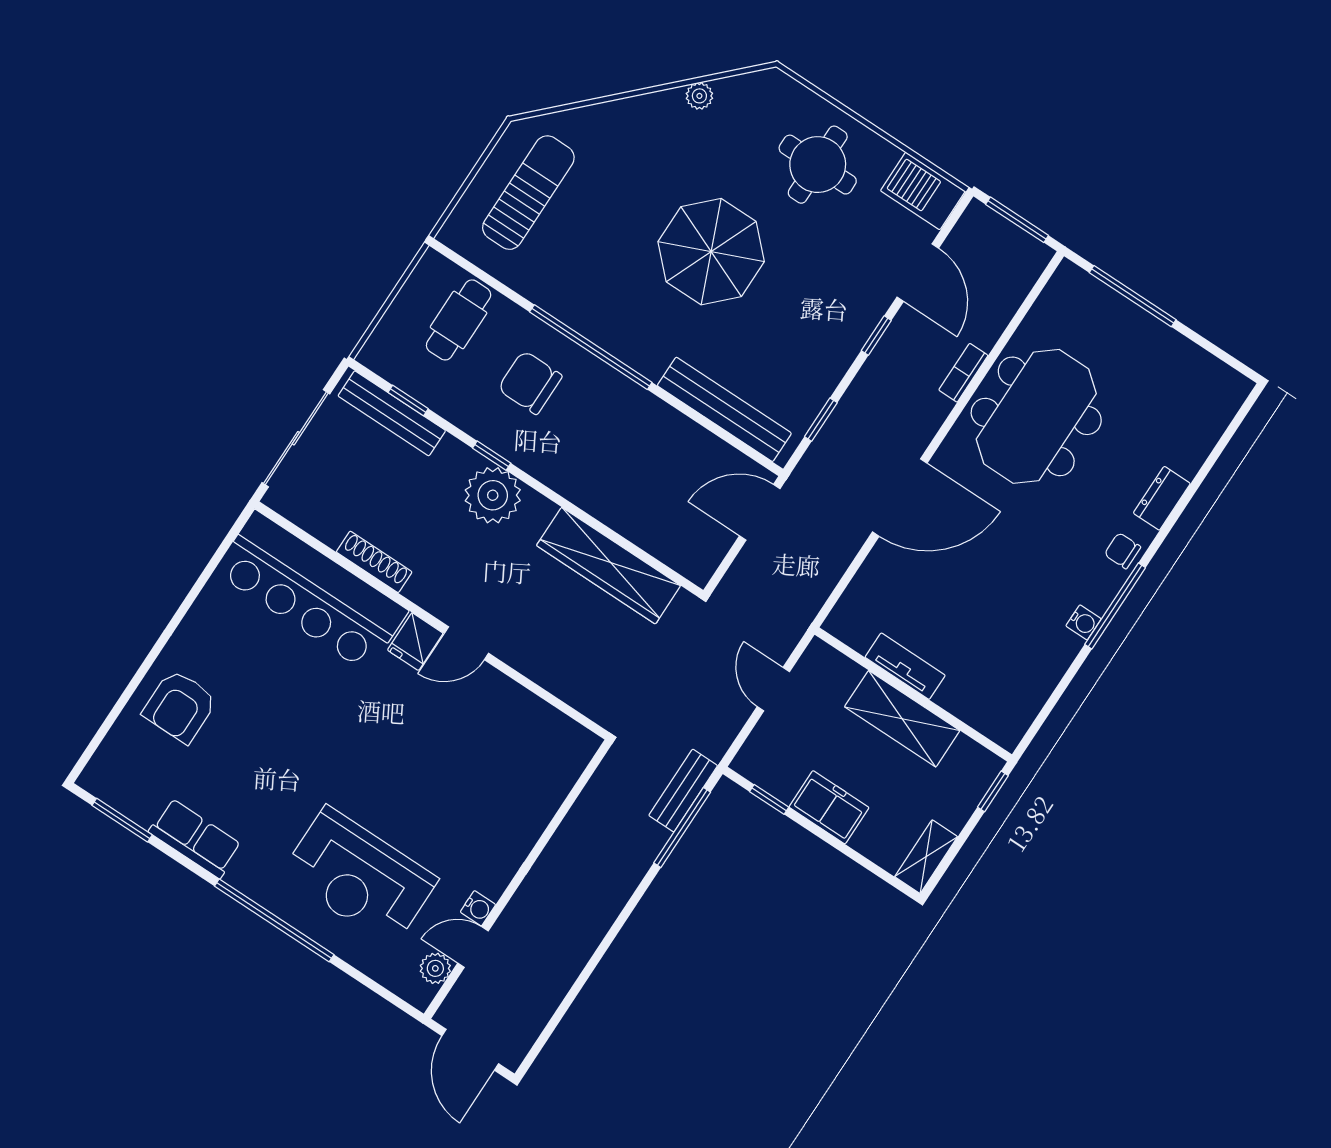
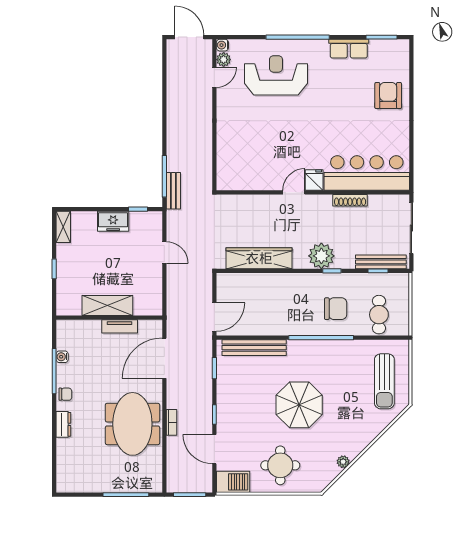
tv unit: (905, 666) -> (120, 326), moved
wall: (913, 695) -> (109, 318), moved
shelving: (902, 719) -> (107, 306), moved
water cooler: (478, 908) -> (222, 45), moved

